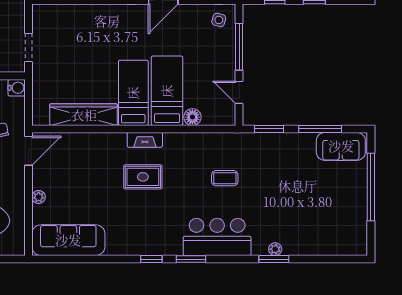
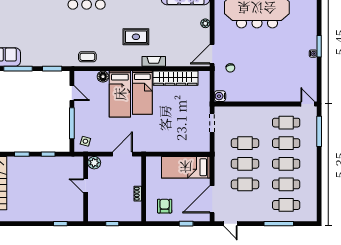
fireplace: (145, 140) -> (154, 61), moved
coffee table: (225, 178) -> (87, 57), moved

